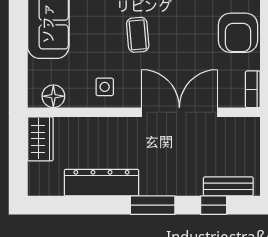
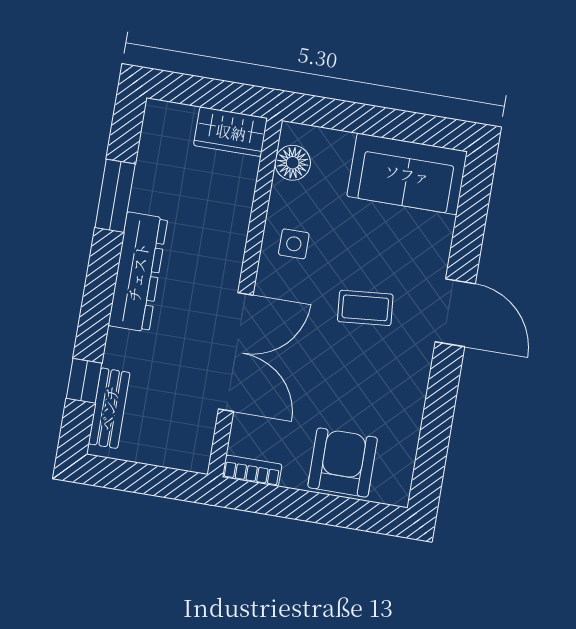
armchair: (238, 33) -> (343, 462), turned 90
dresser: (101, 183) -> (138, 272), moved
window: (153, 205) -> (115, 196), moved

